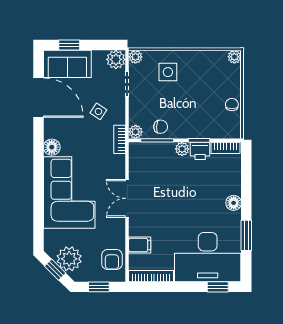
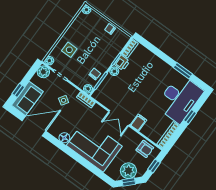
floor lamp: (234, 203) -> (161, 65), removed
filing cabinet: (140, 245) -> (139, 122), moved
window: (218, 287) -> (190, 117), moved

